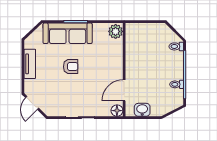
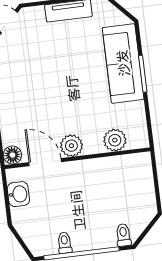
plant: (116, 31) -> (115, 140), moved
armchair: (71, 67) -> (72, 75), removed
plant: (116, 72) -> (71, 146), added

